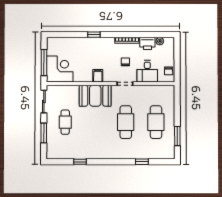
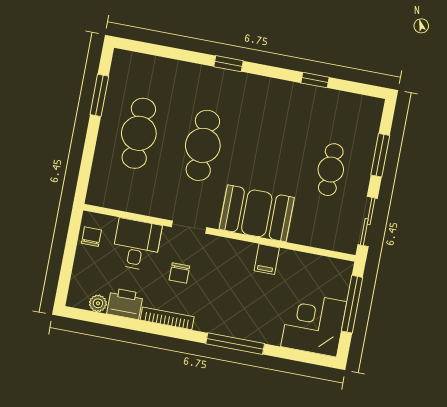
window: (94, 35) -> (235, 344), width x2.17
corner desk: (60, 69) -> (314, 324), moved, turned 90
filing cabinet: (98, 76) -> (267, 259), moved
window: (142, 162) -> (228, 64), moved

